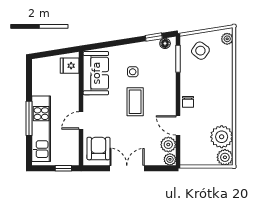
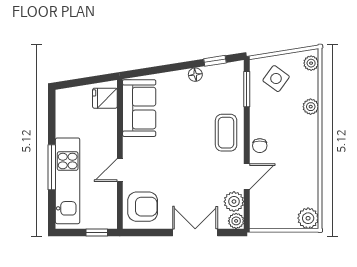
floor lamp: (165, 43) -> (195, 75), moved
side table: (133, 72) -> (187, 106), removed
coffee table: (135, 102) -> (226, 133), moved
door: (178, 125) -> (247, 177), swing flipped
plant: (222, 137) -> (311, 107), moved, width x0.53, depth x0.53
armchair: (98, 148) -> (143, 207), turned 90
double door: (127, 168) -> (195, 233), moved

